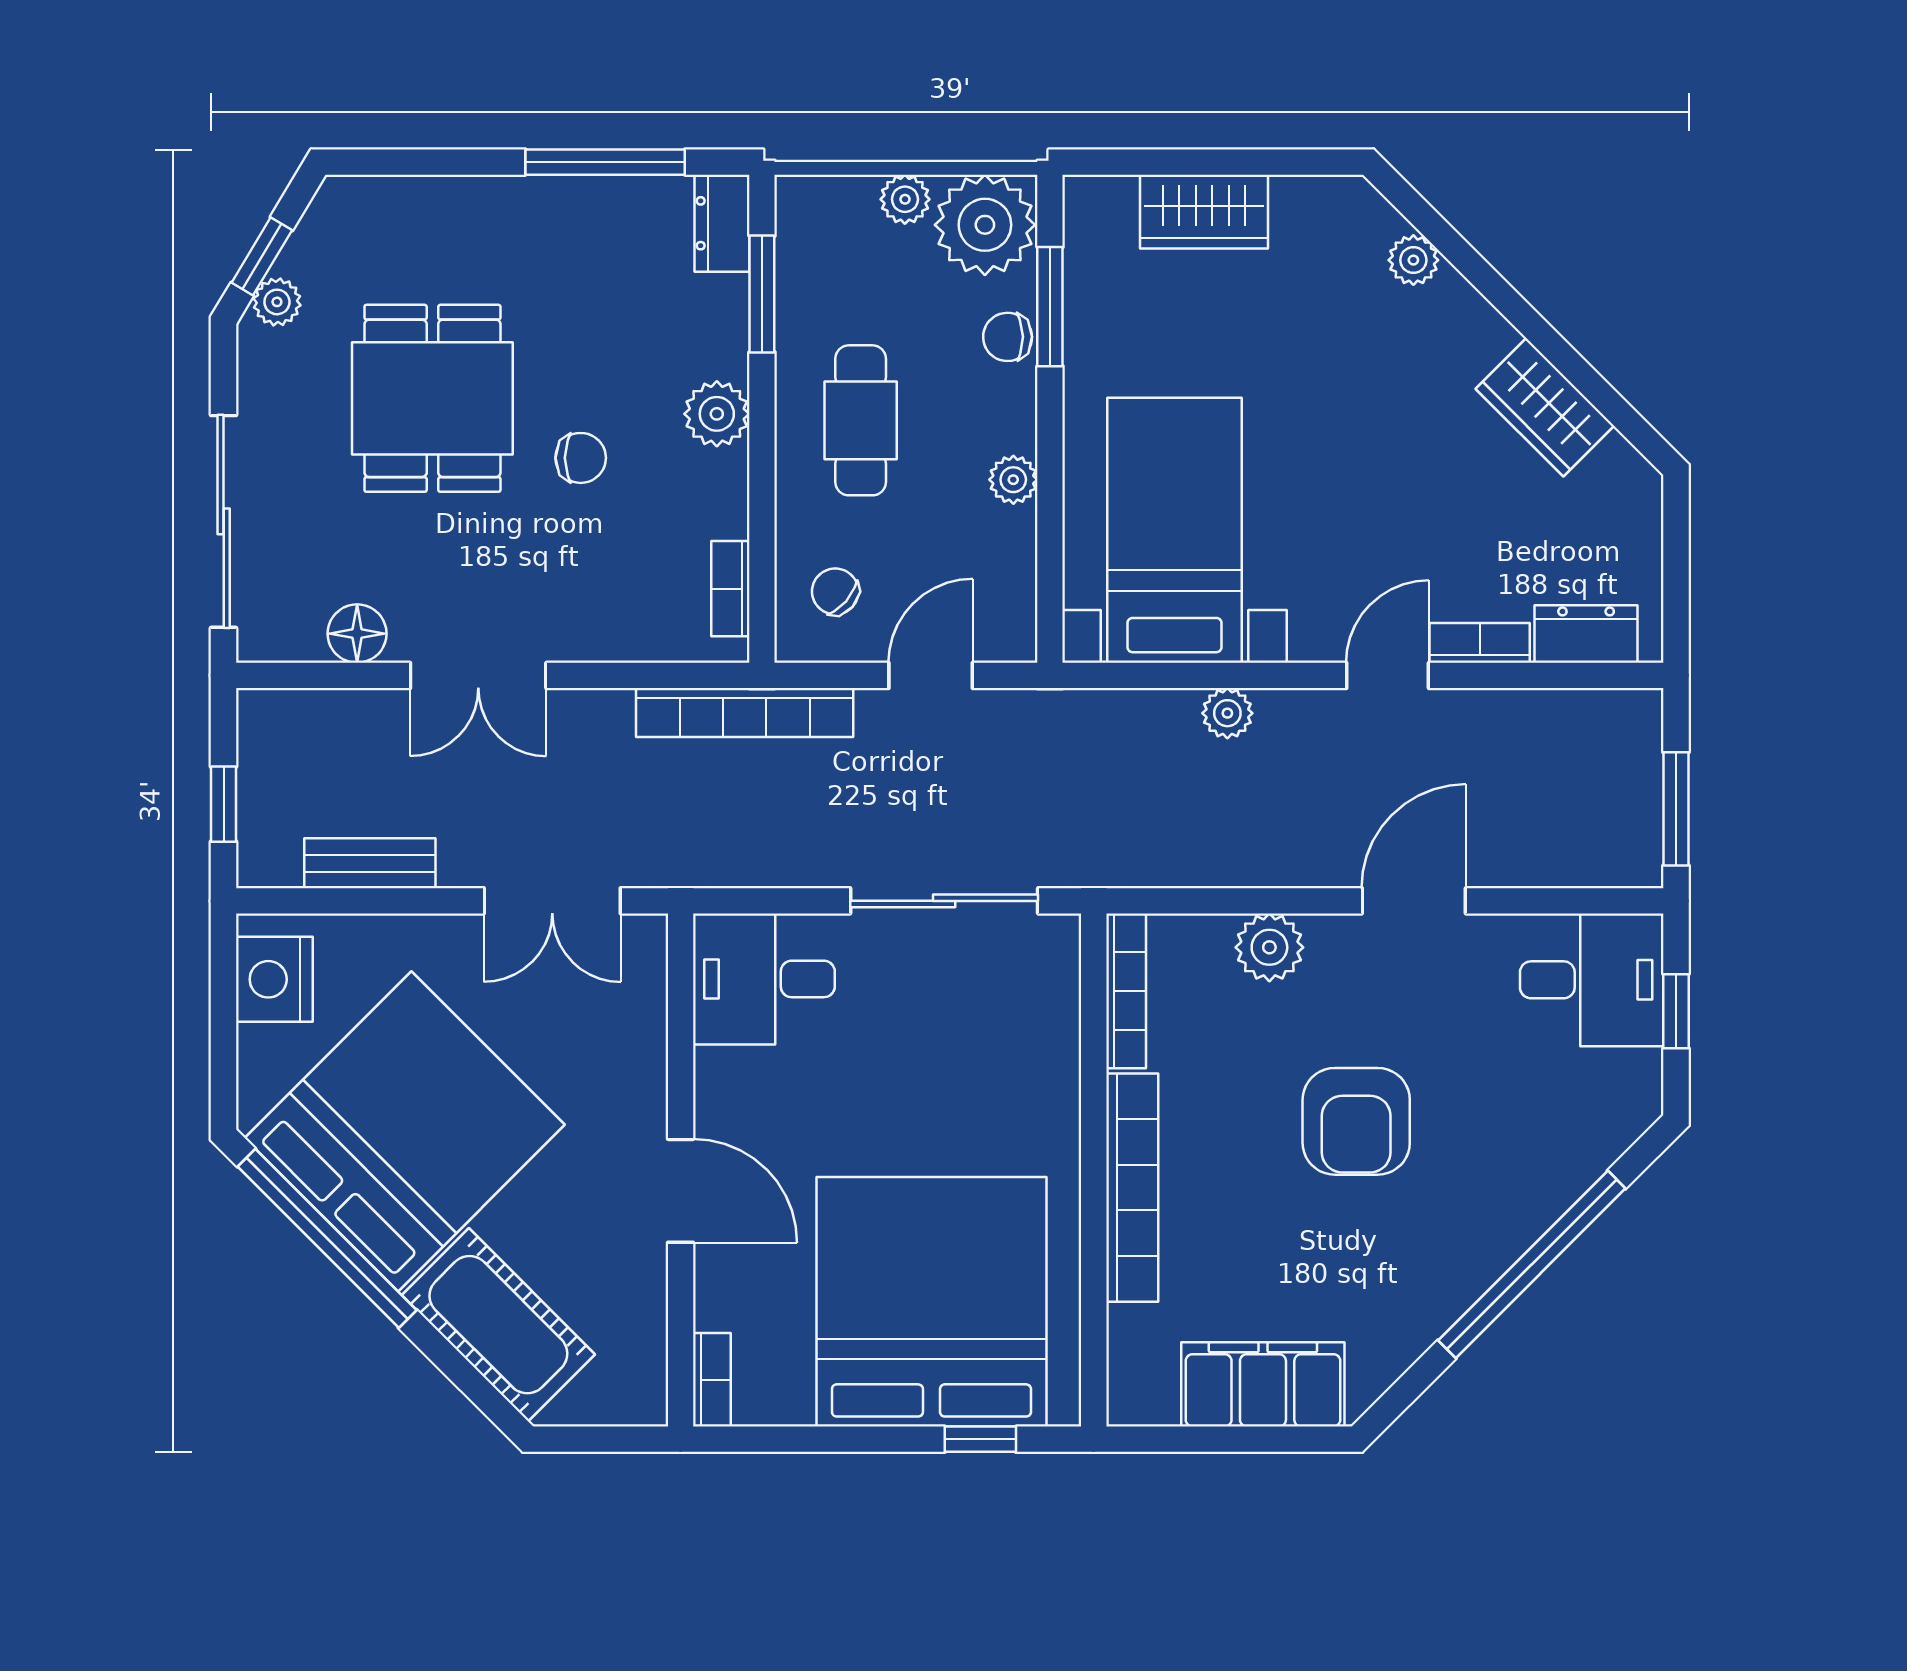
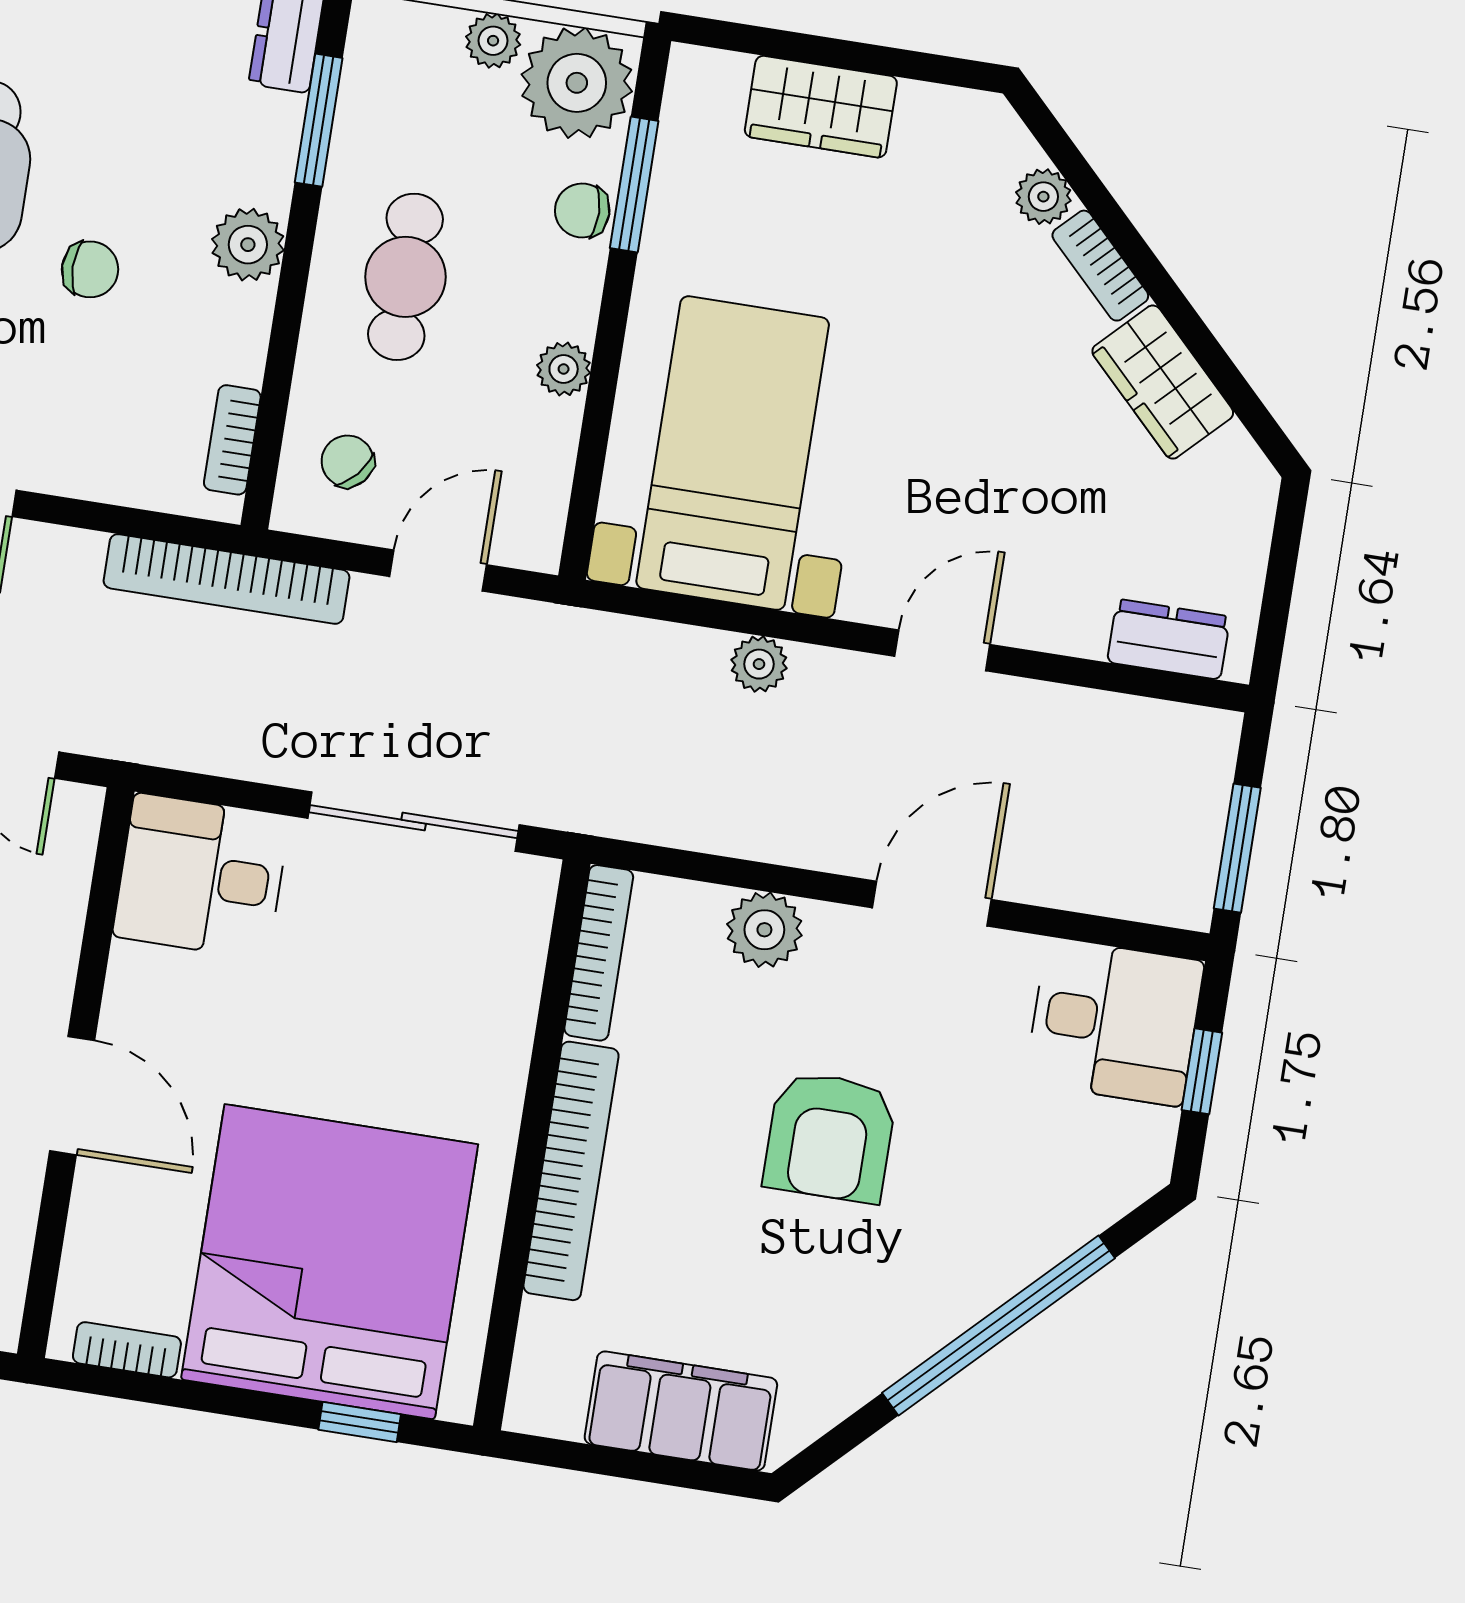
bookcase: (1480, 643) -> (1100, 266), moved, turned -135
bookcase: (712, 1380) -> (127, 1350), moved, turned -90

